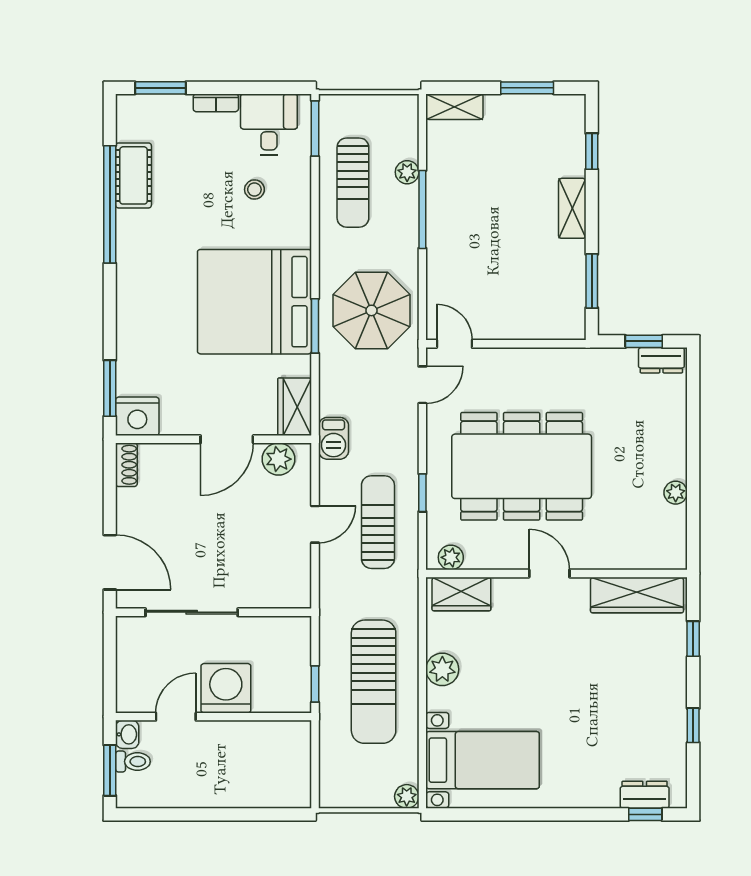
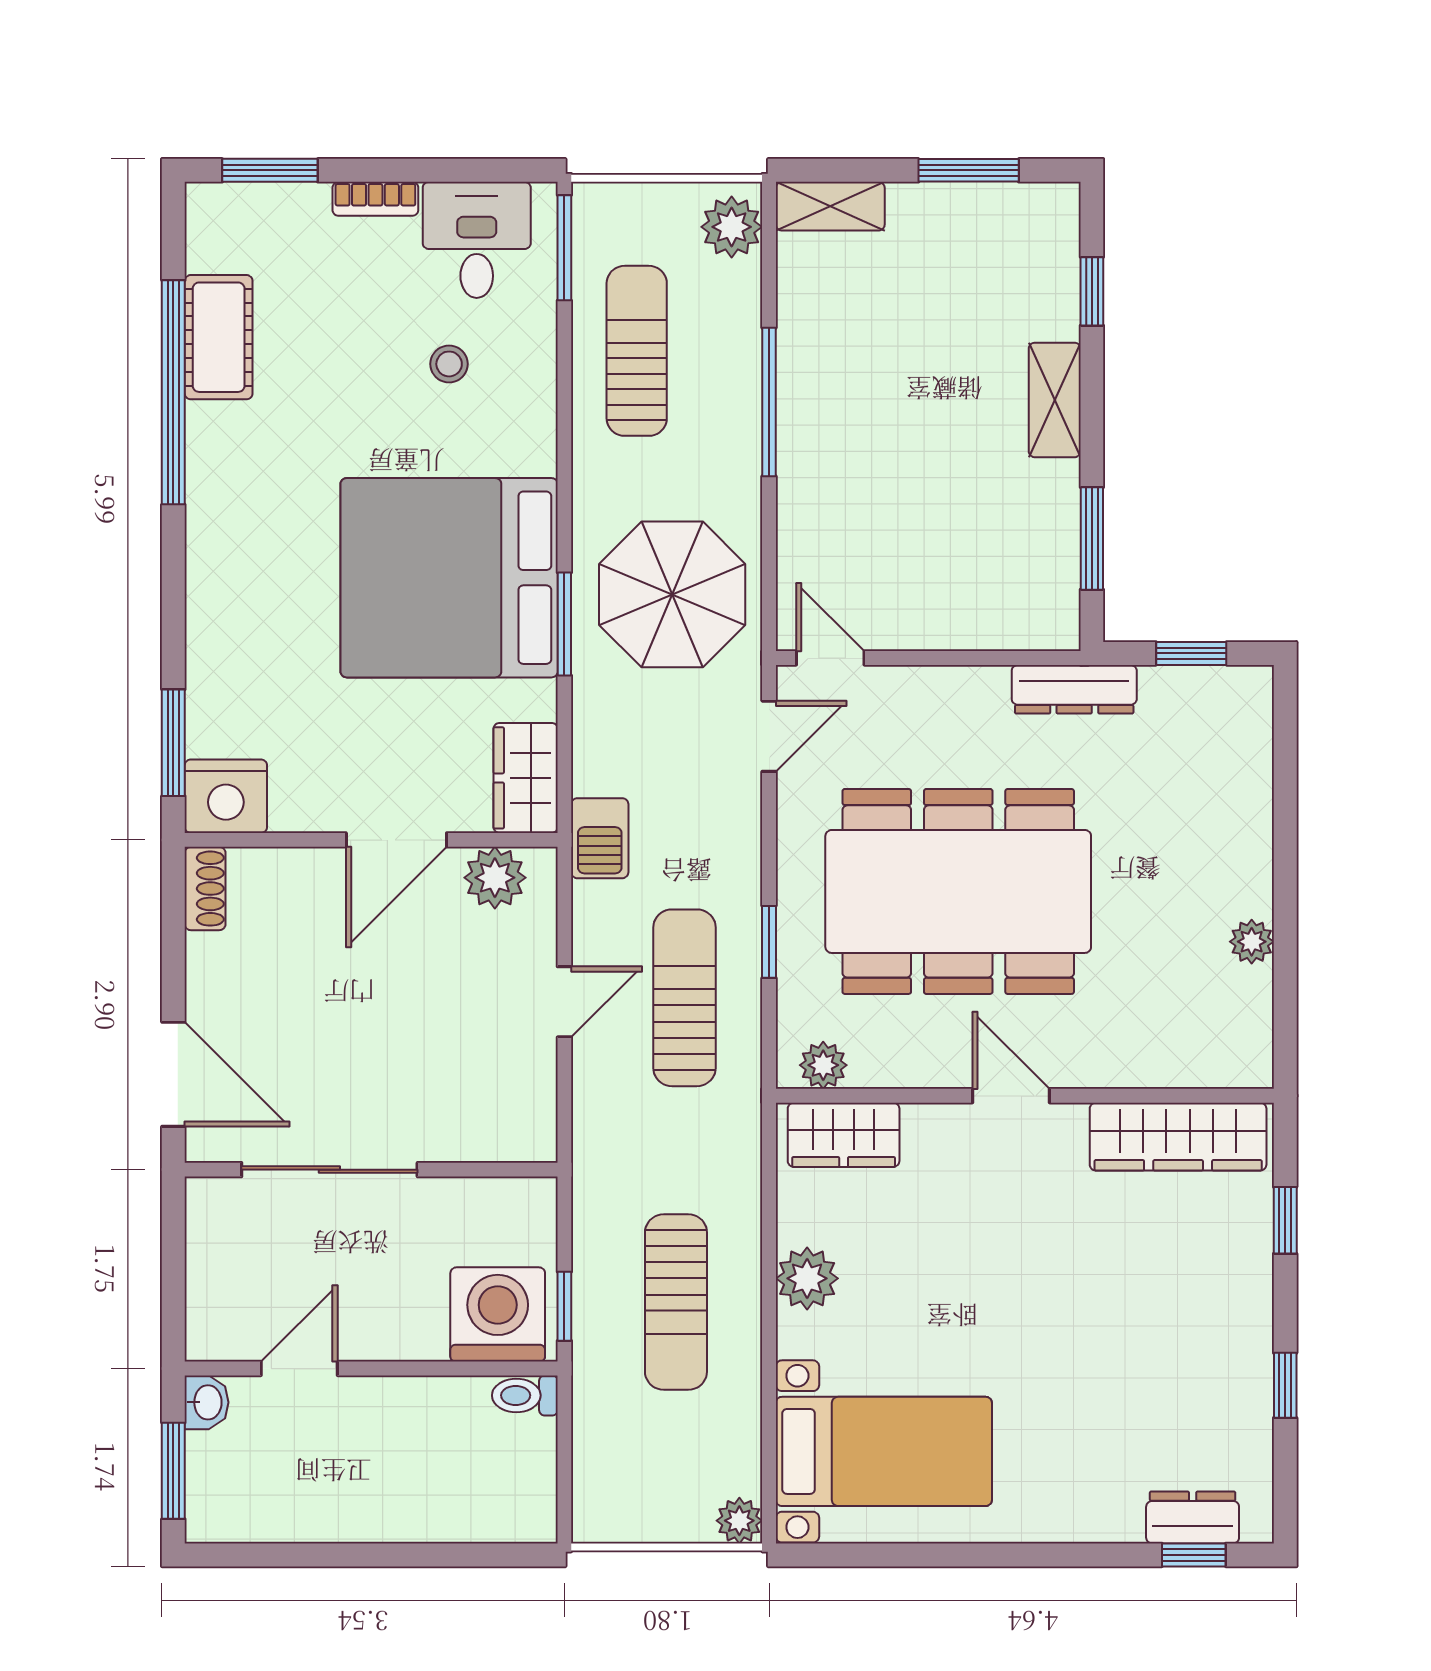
plant: (407, 172) -> (732, 227), moved, width x1.38, depth x1.38
sun lounger: (353, 183) -> (637, 351), turned 180
dresser: (661, 360) -> (1074, 689), moved, width x1.44
sun lounger: (374, 682) -> (676, 1302), width x0.73, depth x0.75
washing machine: (226, 688) -> (498, 1314), moved
toilet: (133, 762) -> (525, 1395), moved, turned 180

